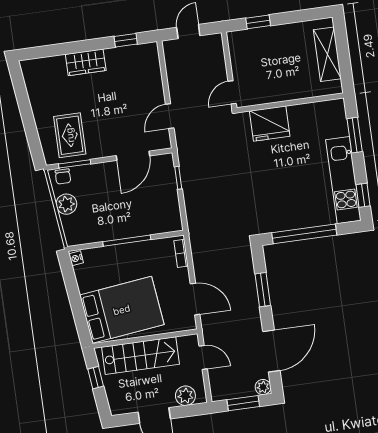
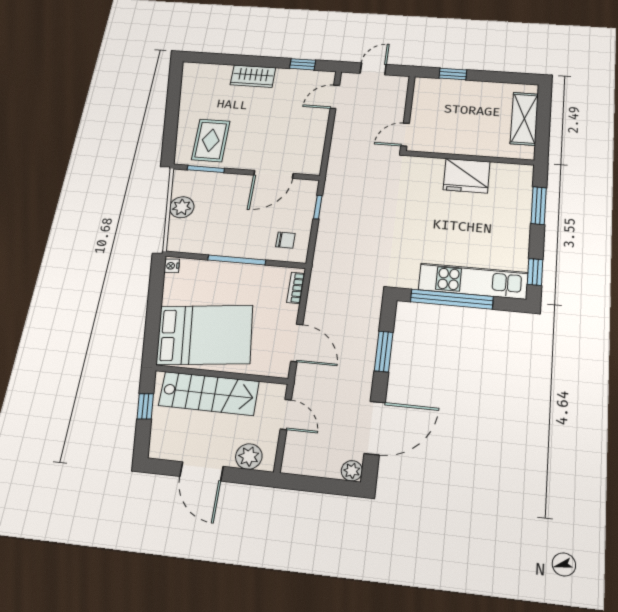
door: (170, 116) -> (335, 97), moved
fridge: (270, 124) -> (467, 176), moved
chair: (63, 177) -> (285, 240), moved, turned -90
kitchen unit: (343, 180) -> (473, 281), moved, turned 90
window: (243, 403) -> (320, 485), removed

